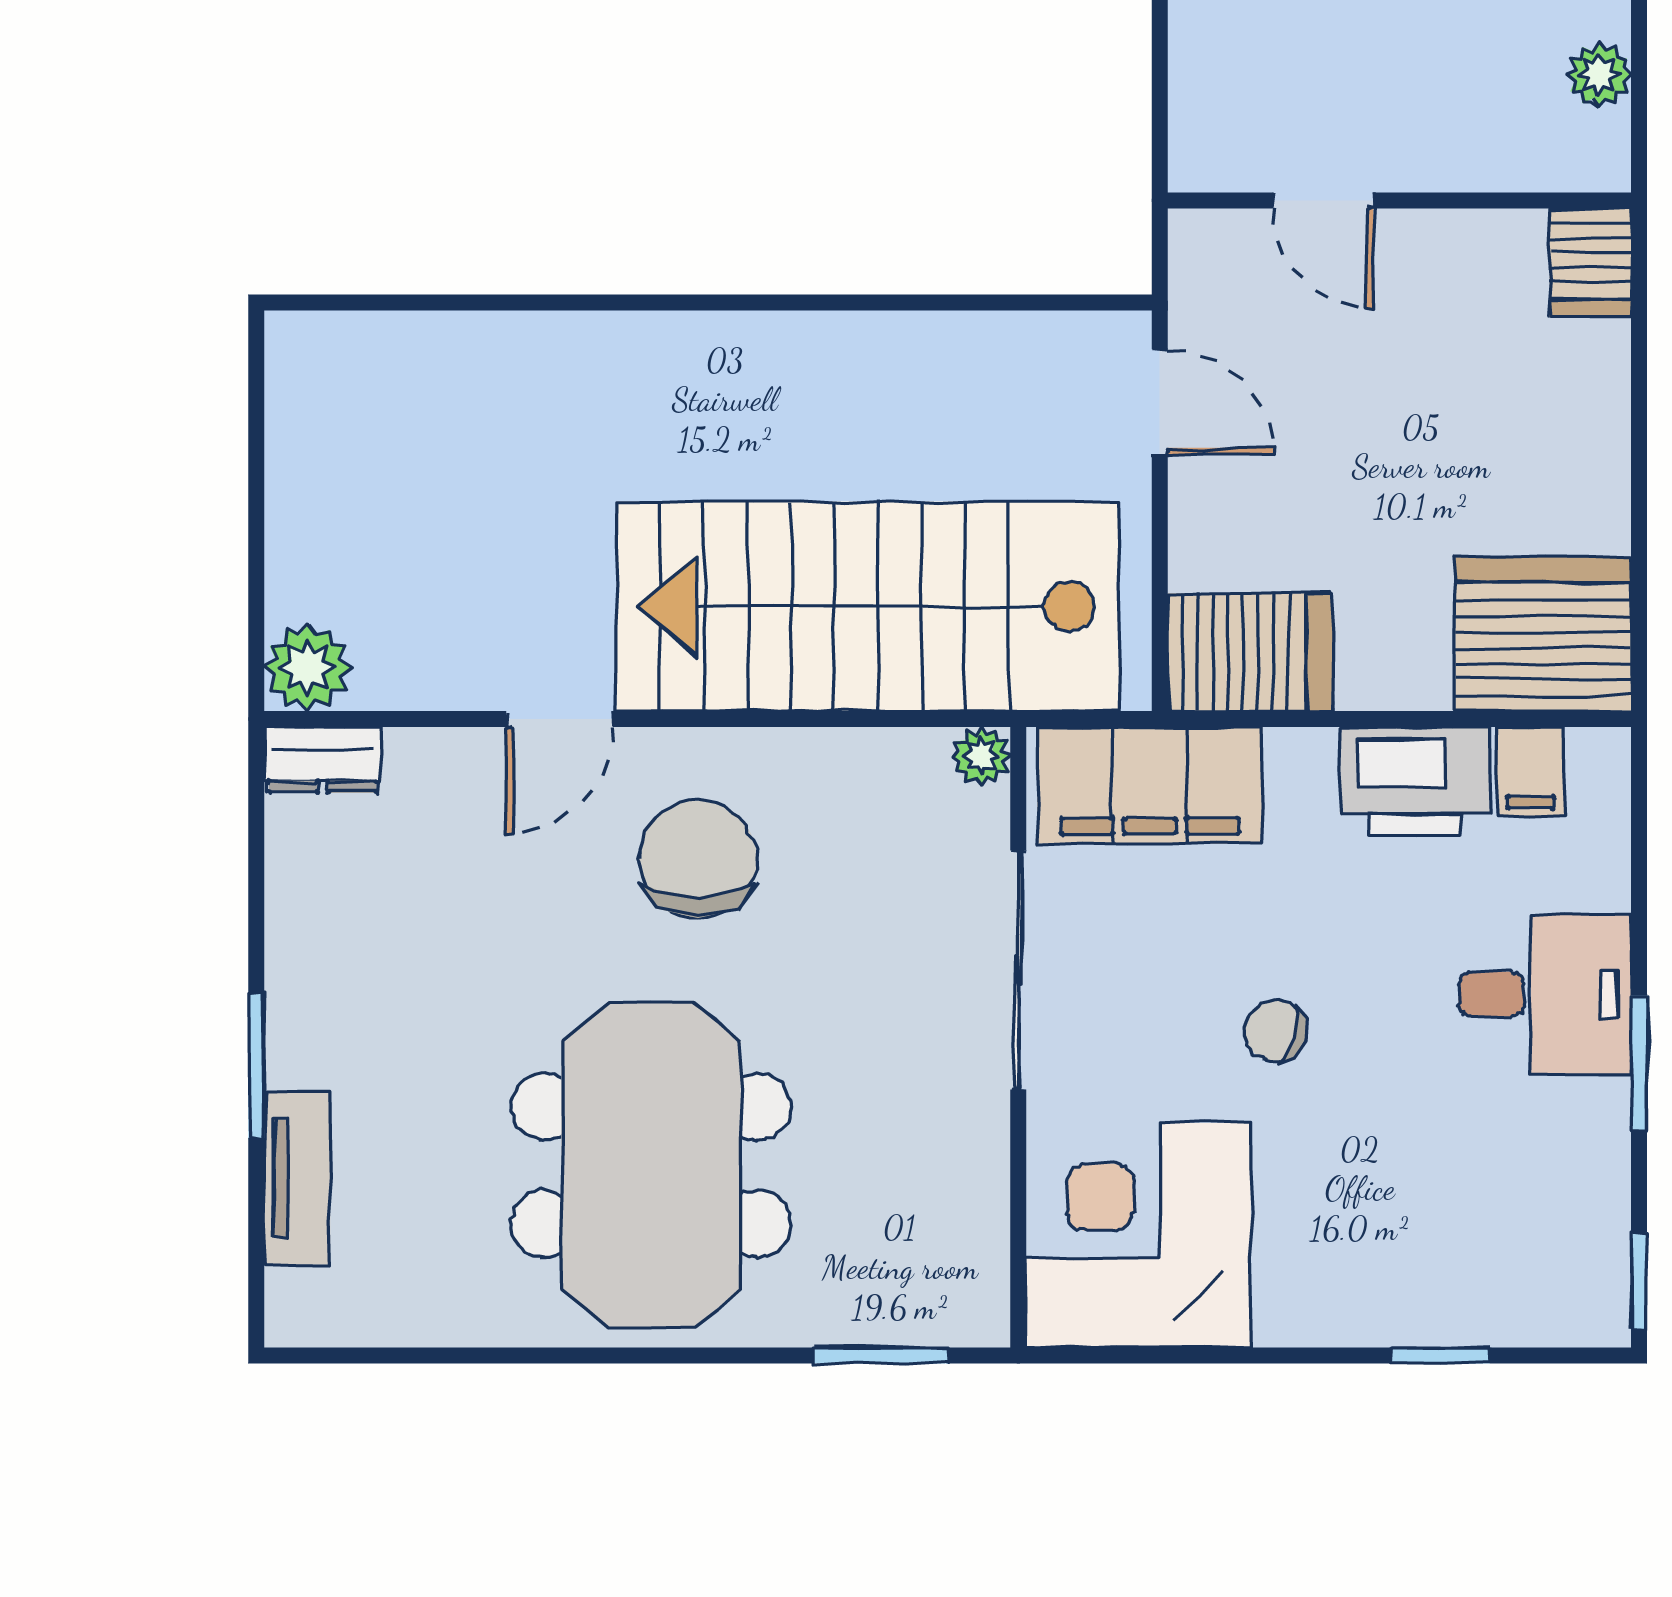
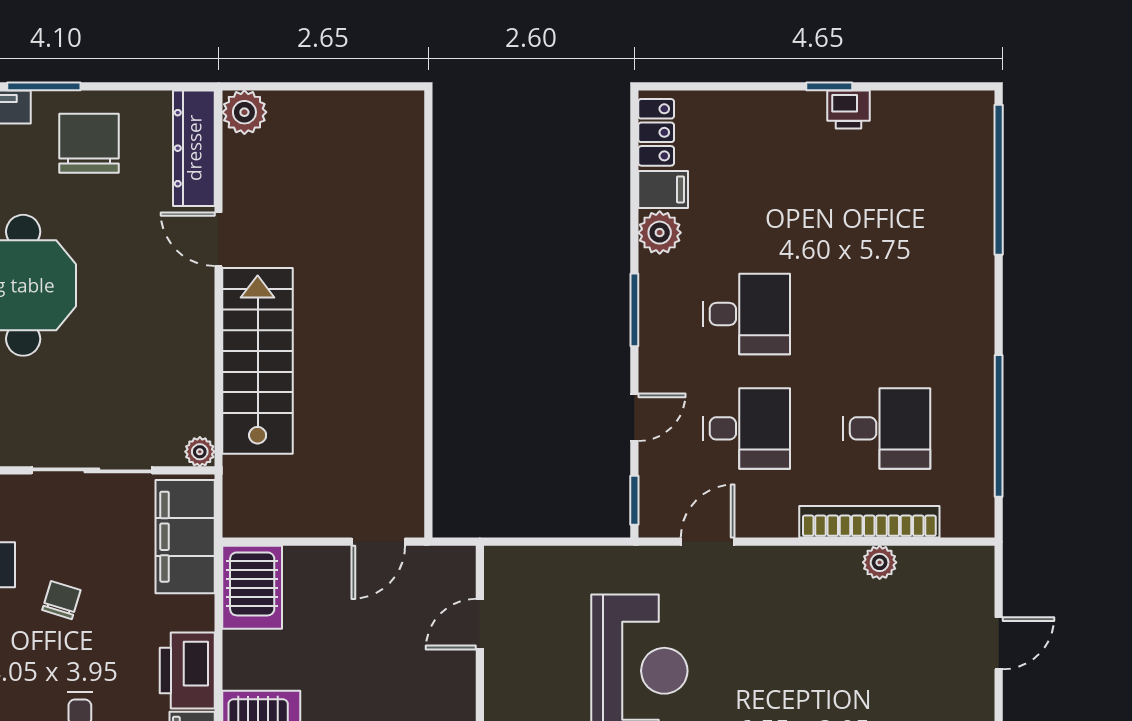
stairs: (868, 606) -> (258, 361), width x0.73, depth x0.66
dresser: (323, 760) -> (194, 148), width x1.96, depth x1.24
chair: (698, 859) -> (89, 143), moved, turned -90

